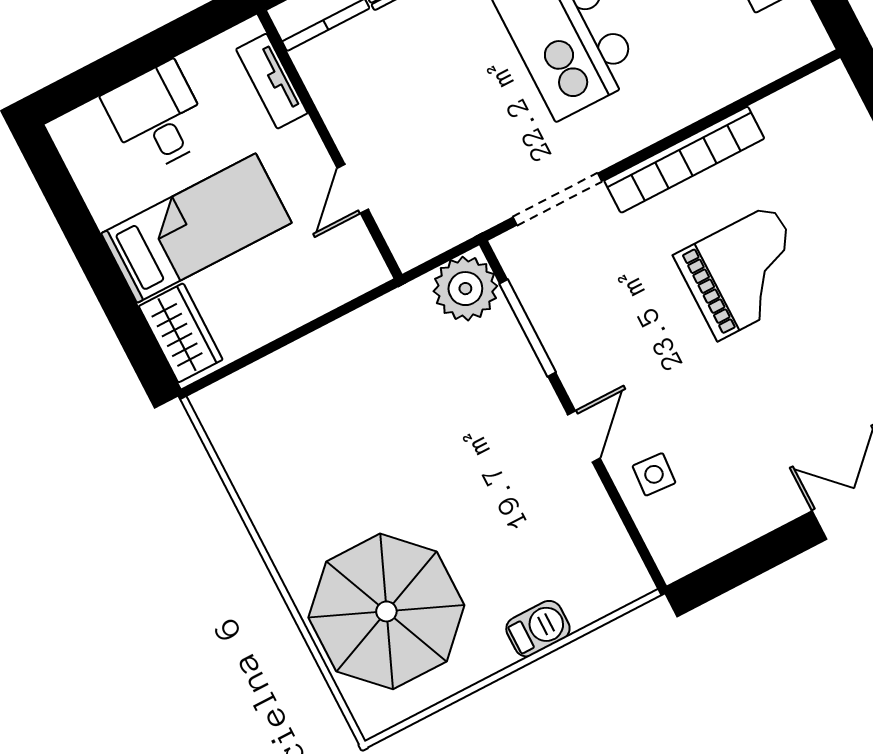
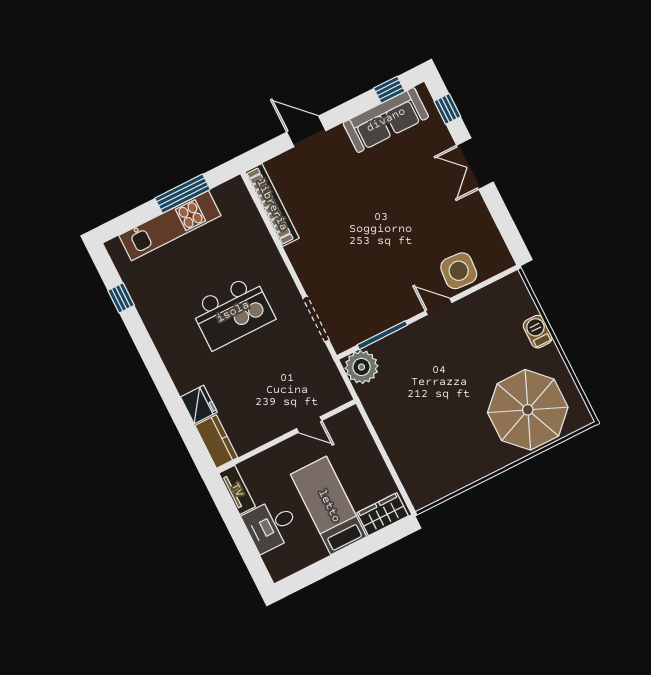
tv unit: (272, 81) -> (237, 490), moved, turned -90
bookcase: (684, 160) -> (272, 205), moved
grand piano: (745, 273) -> (355, 223), removed
side table: (654, 474) -> (459, 271), width x1.87, depth x1.87

